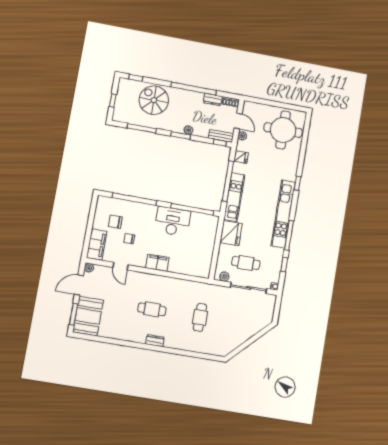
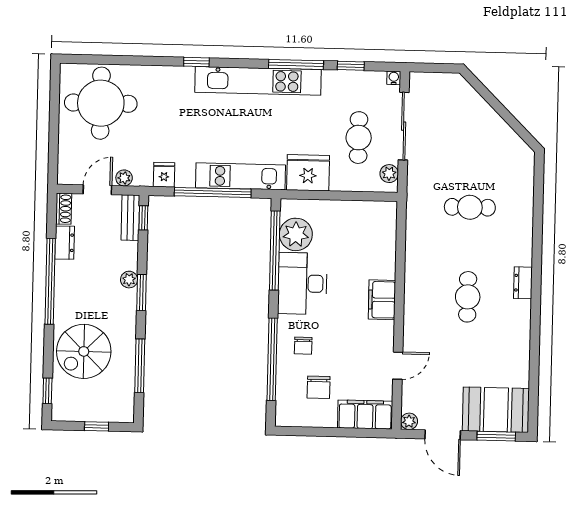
plant: (199, 222) -> (296, 234), added
chair: (129, 239) -> (303, 346), moved

